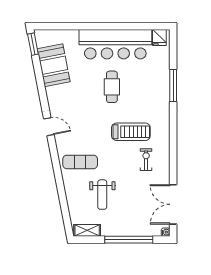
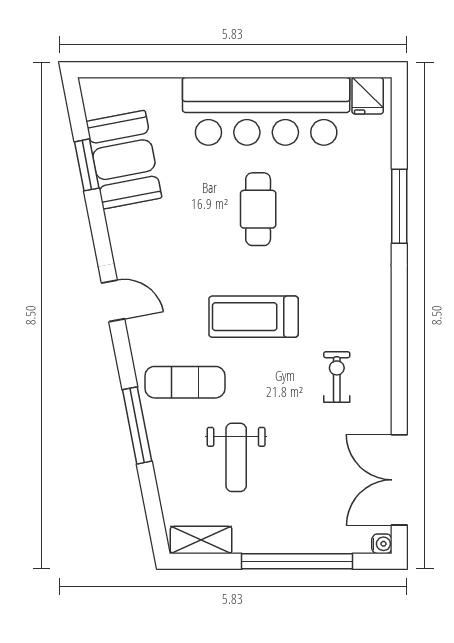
window: (33, 44) -> (87, 165), moved
treadmill: (131, 132) -> (254, 317), moved, turned 180
window: (59, 181) -> (137, 425), added

